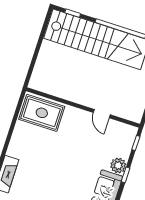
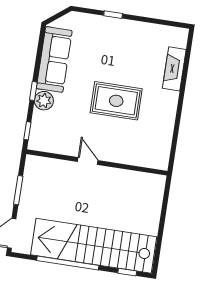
rug: (42, 113) -> (116, 101), moved
door: (102, 114) -> (88, 161), moved

